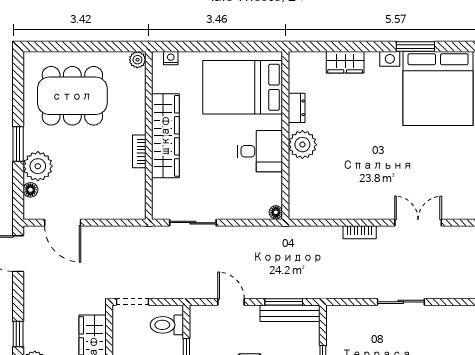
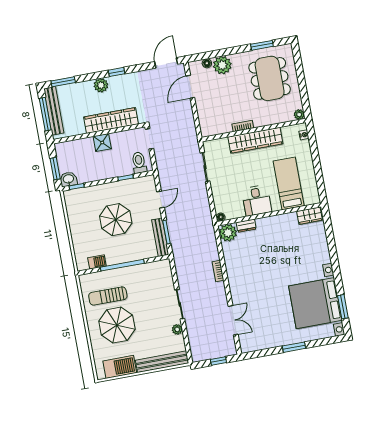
window: (415, 46) -> (343, 307), moved
wardrobe: (345, 62) -> (309, 216), moved, turned -90
bed: (243, 87) -> (289, 183), width x0.67
dresser: (297, 108) -> (246, 226), moved
window: (18, 144) -> (262, 45), moved
plant: (302, 145) -> (228, 233), moved
double door: (418, 223) -> (233, 320), moved
plant: (440, 313) -> (177, 329), added

